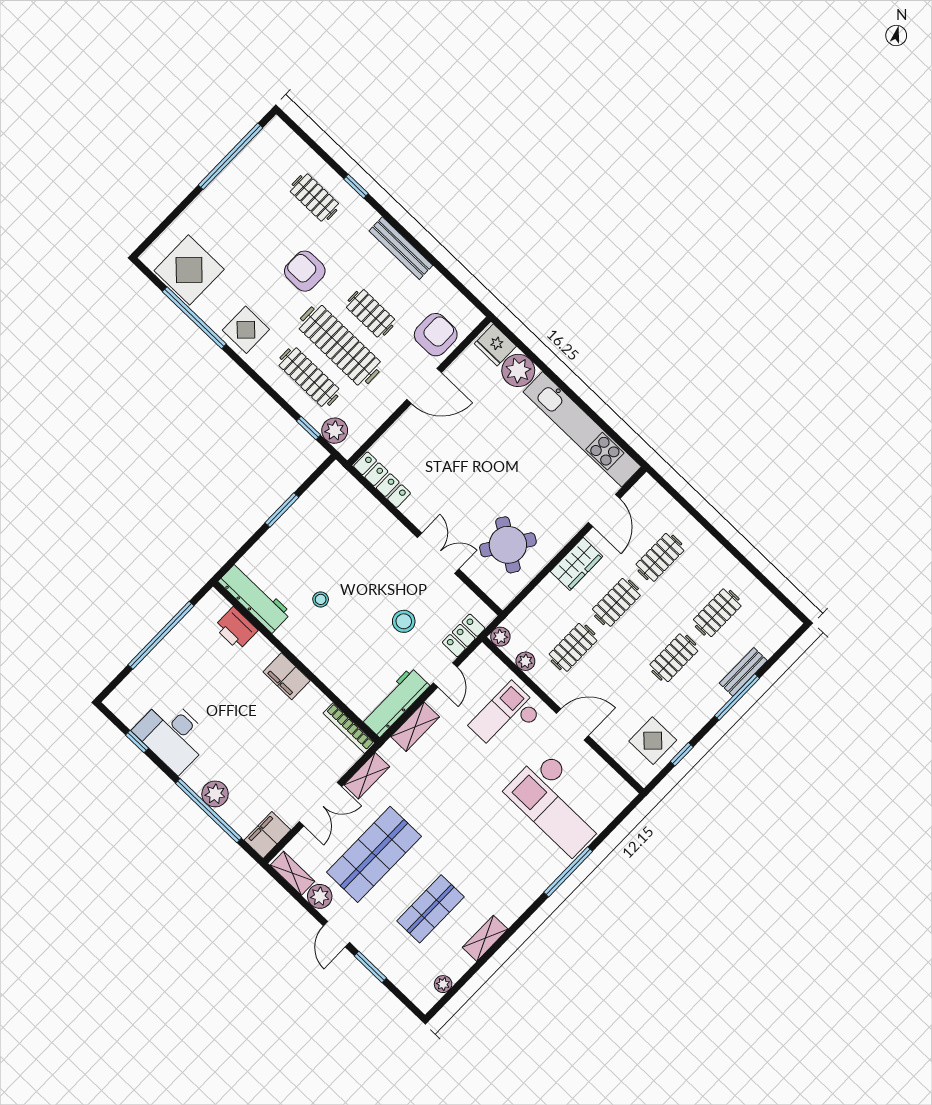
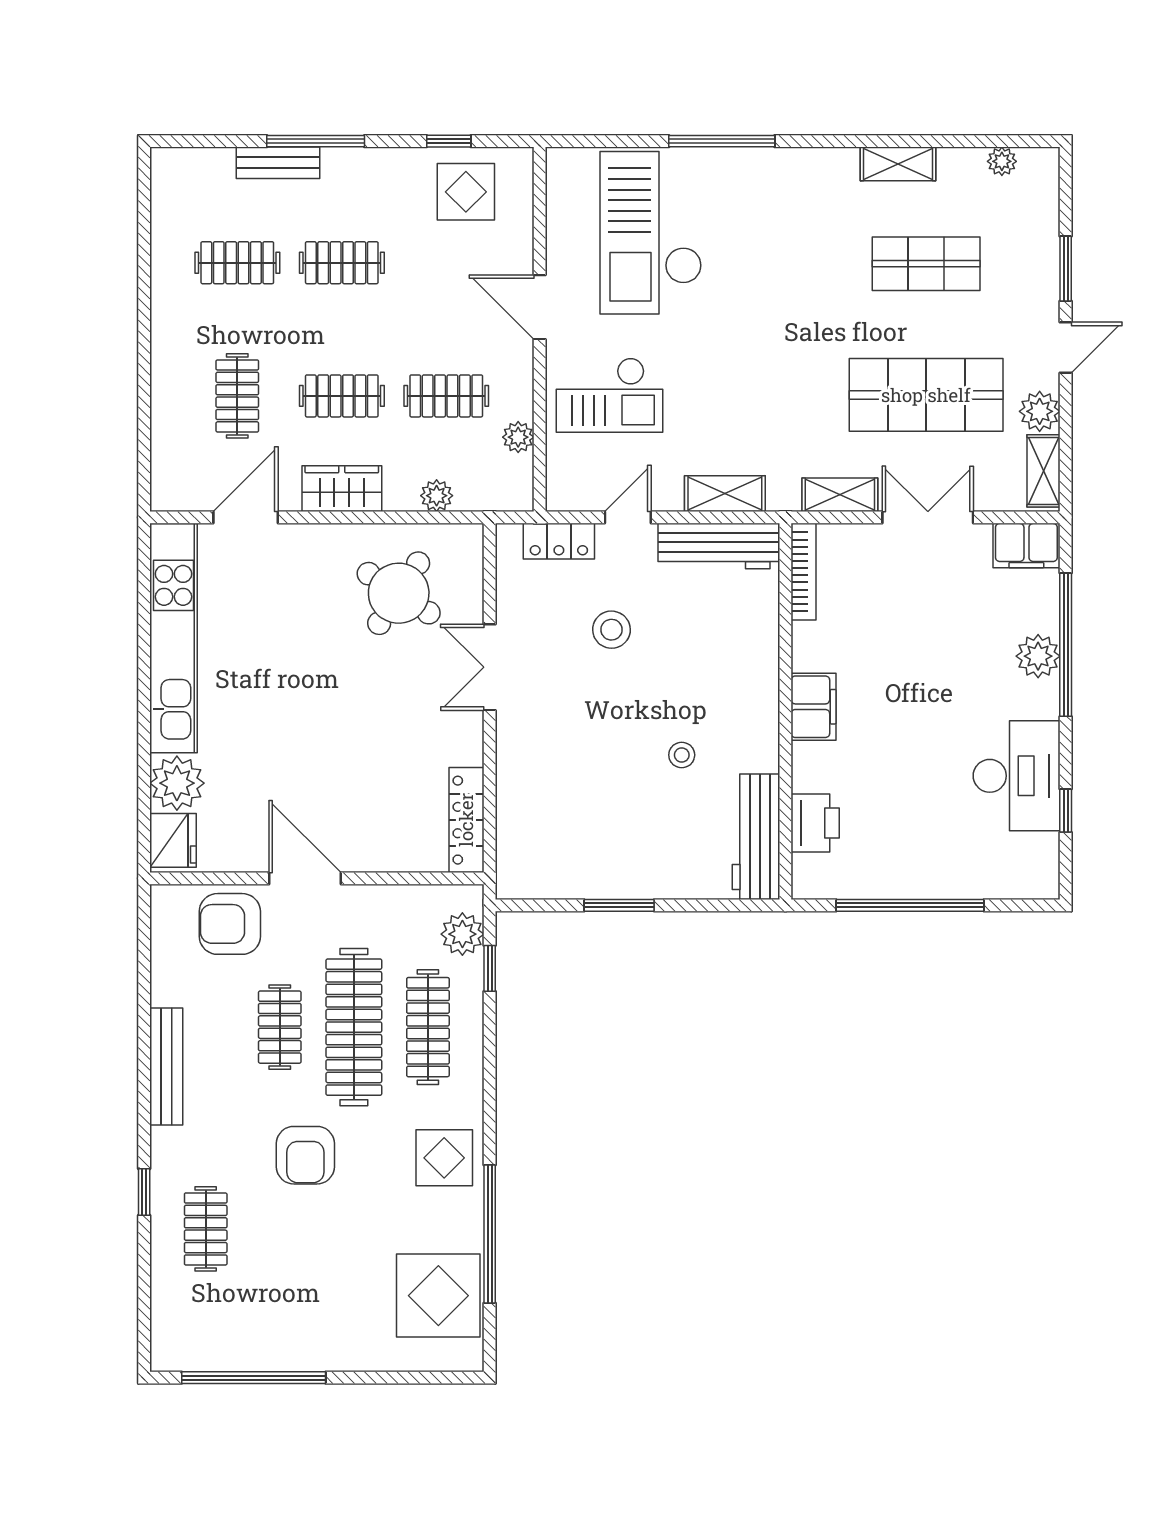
clothes rail: (660, 557) -> (237, 396), turned 90
plant: (500, 637) -> (437, 496), moved
checkout: (558, 803) -> (651, 233), turned 180

